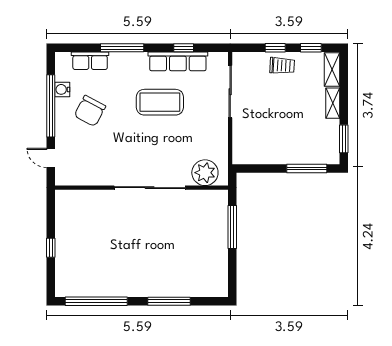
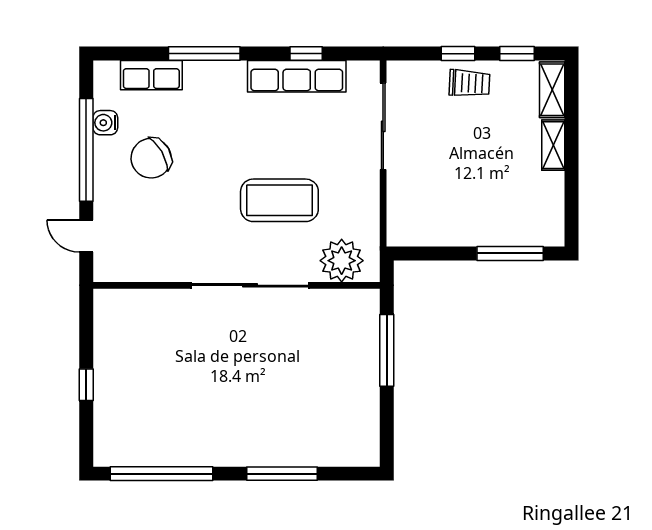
coffee table: (160, 102) -> (279, 200), moved
chair: (90, 111) -> (151, 158), turned 32
window: (344, 139) -> (572, 205), removed

